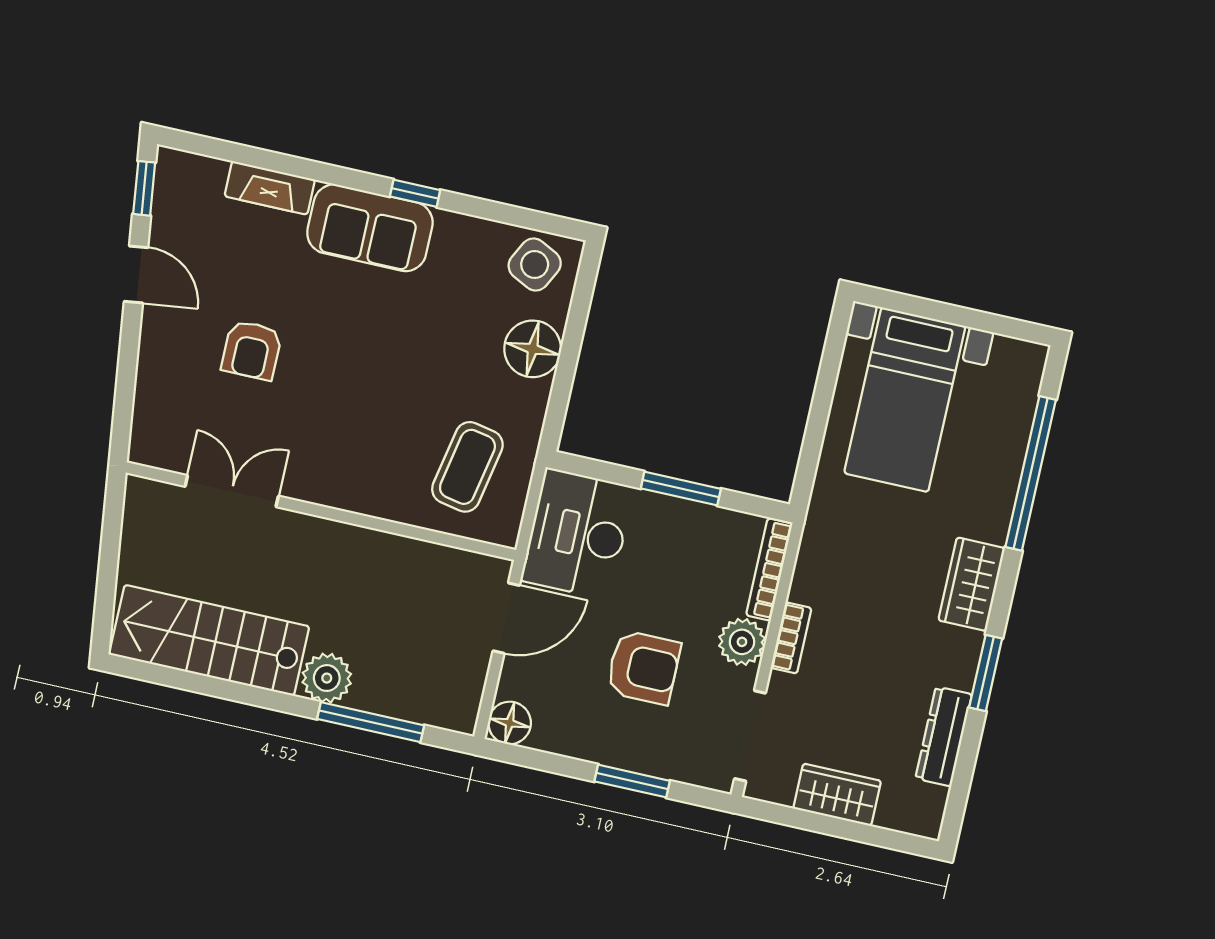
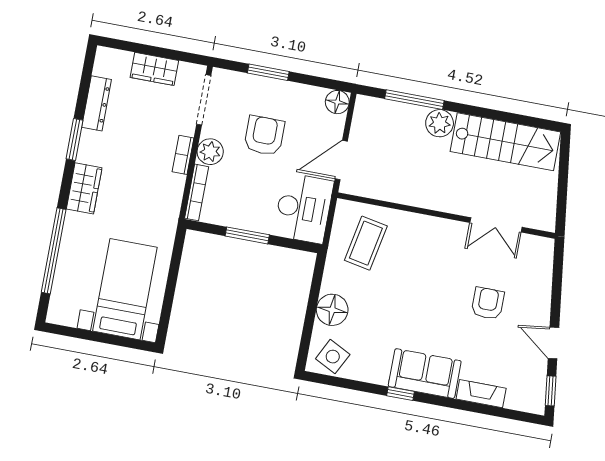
armchair: (643, 667) -> (264, 136), turned 90

